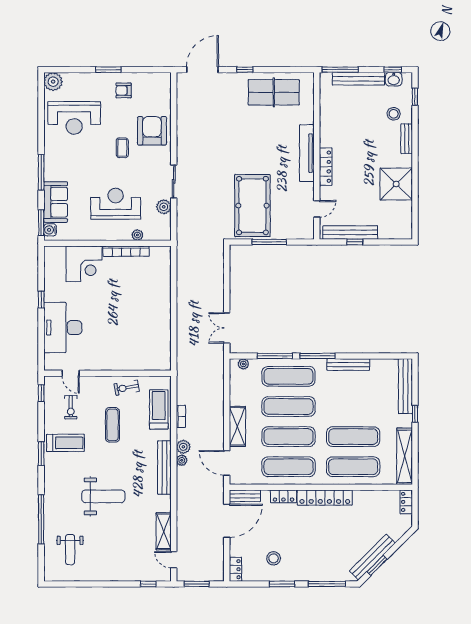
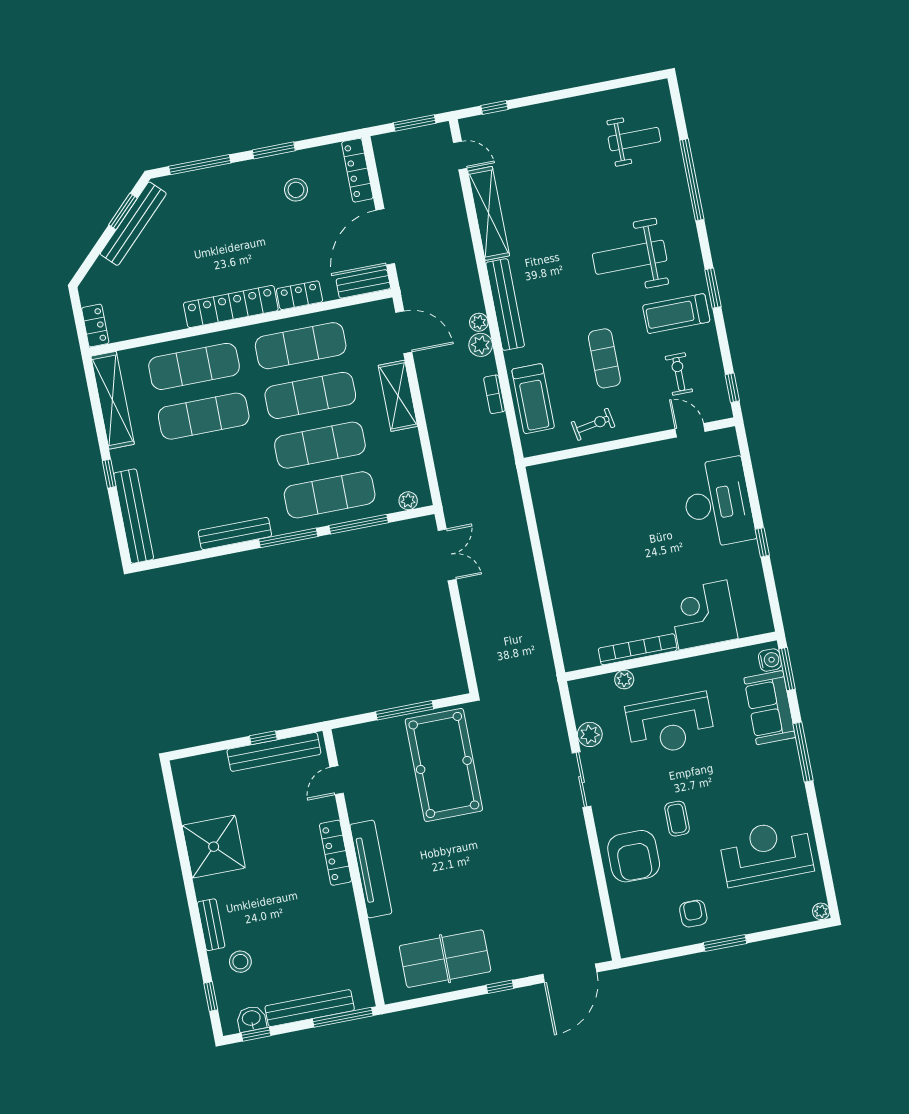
plant: (53, 82) -> (821, 911), width x0.53, depth x0.53
armchair: (124, 90) -> (693, 914), turned -90
weight bench: (103, 496) -> (630, 257), moved
shelving: (164, 531) -> (489, 213), width x1.47
weight bench: (70, 550) -> (634, 139), turned 90
locker: (235, 569) -> (357, 170), width x1.53

